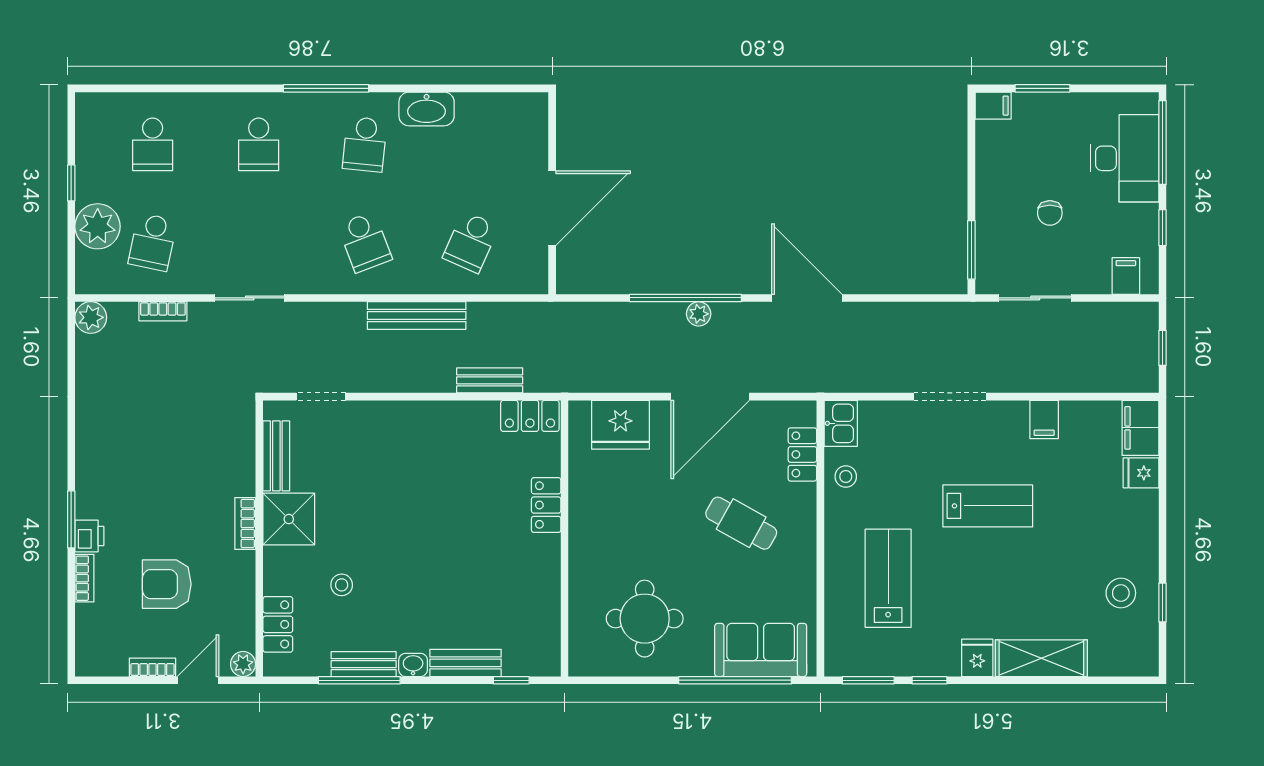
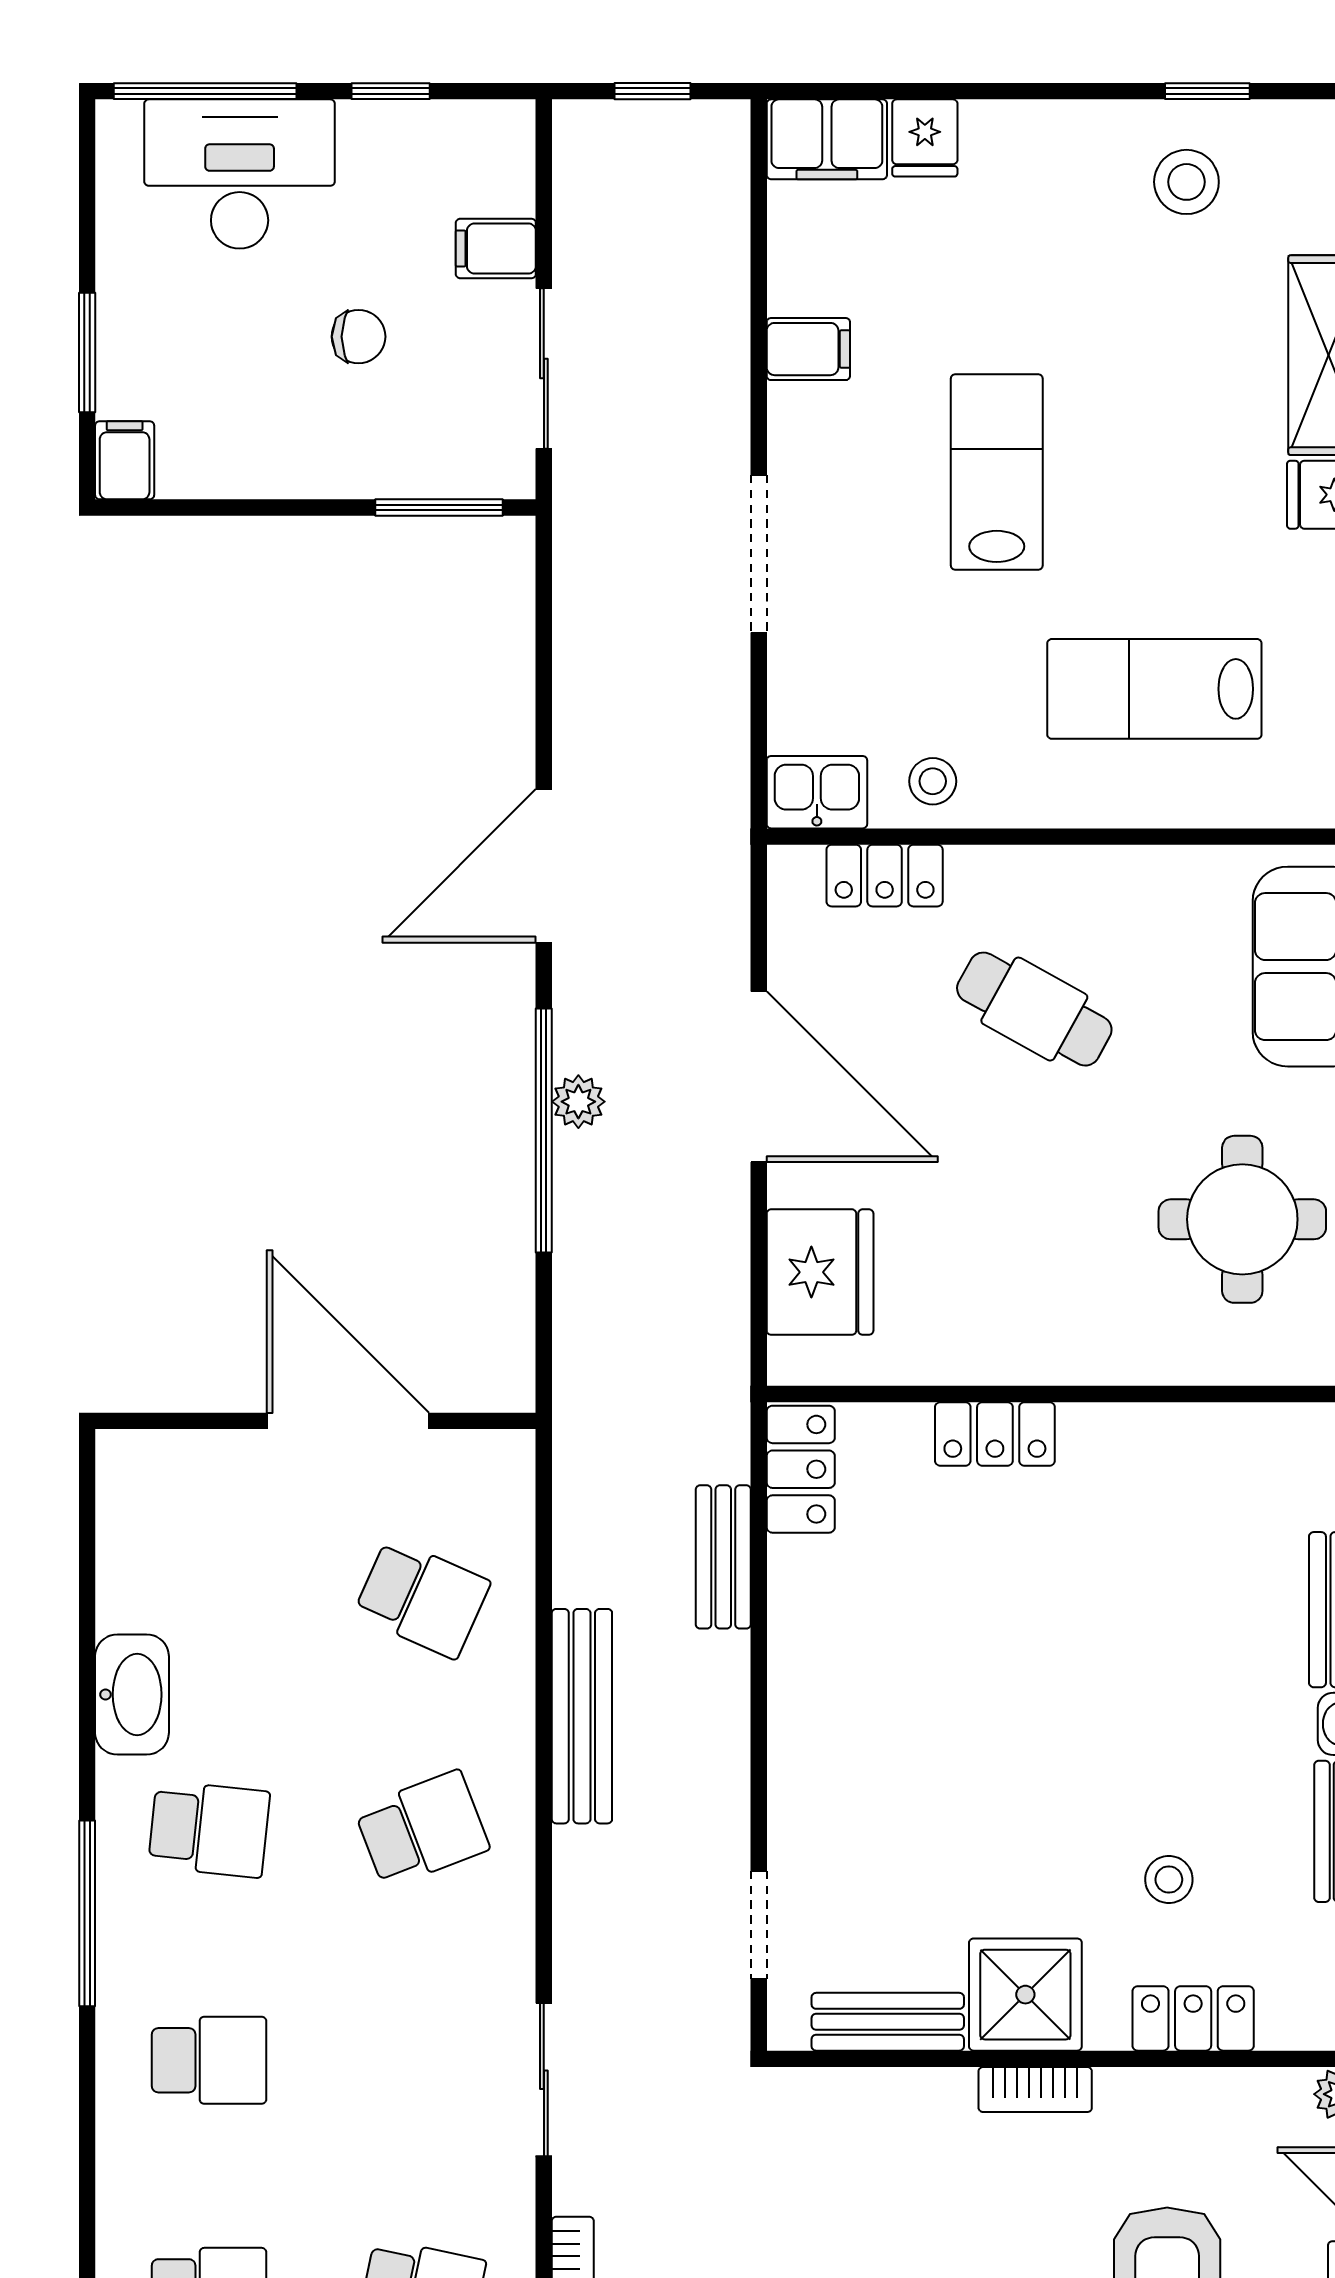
filing cabinet: (1126, 276) -> (496, 248), moved
cafe table: (741, 523) -> (1034, 1009), turned 90
locker: (278, 624) -> (1193, 2018), moved

